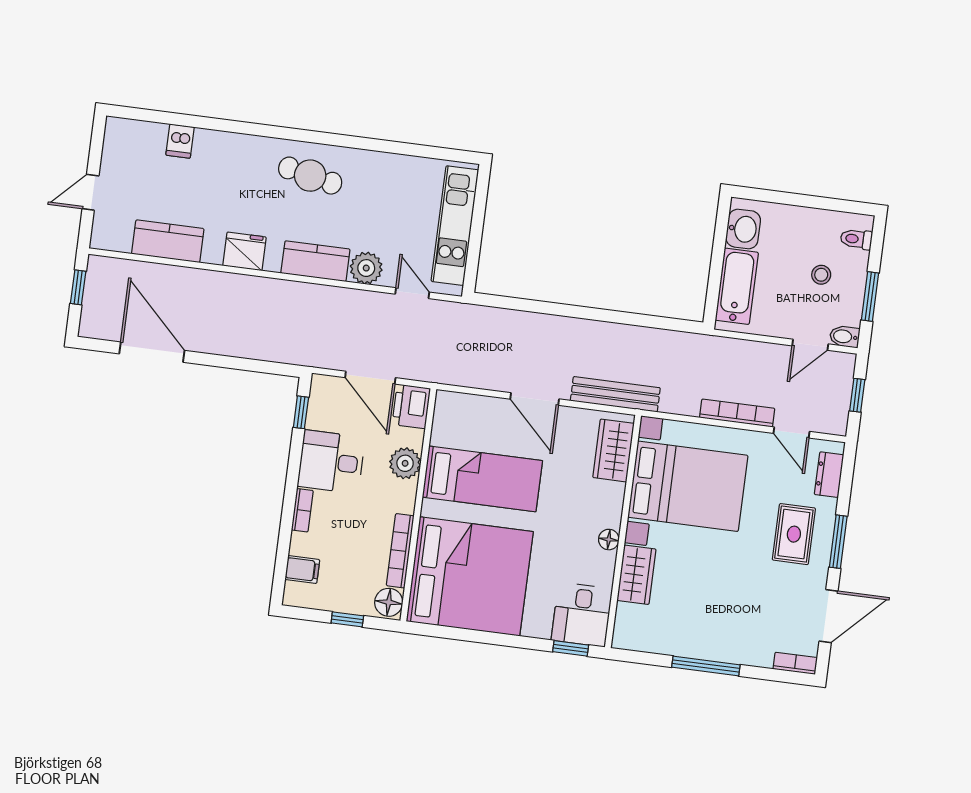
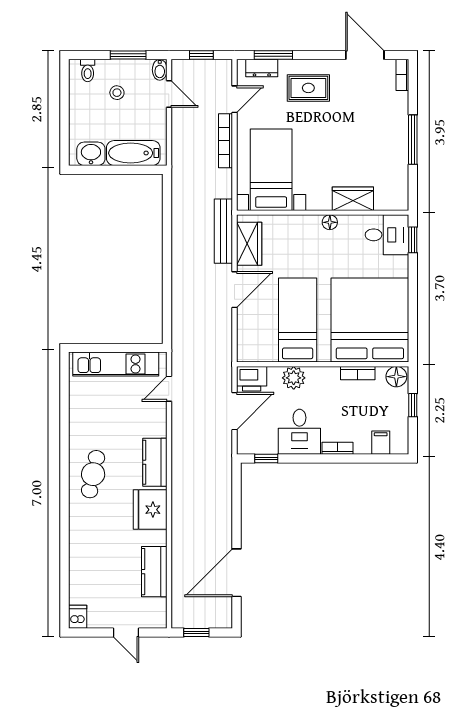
dishwasher: (180, 141) -> (78, 617), moved, turned -90
fridge: (244, 251) -> (150, 510), width x1.36, depth x1.34
plant: (366, 268) -> (155, 425), removed
wardrobe: (613, 450) -> (249, 244), moved, turned -90
bed with nightstands: (688, 486) -> (271, 170), width x0.73
window: (838, 542) -> (273, 55), moved
bookcase: (400, 551) -> (358, 373), width x0.64

